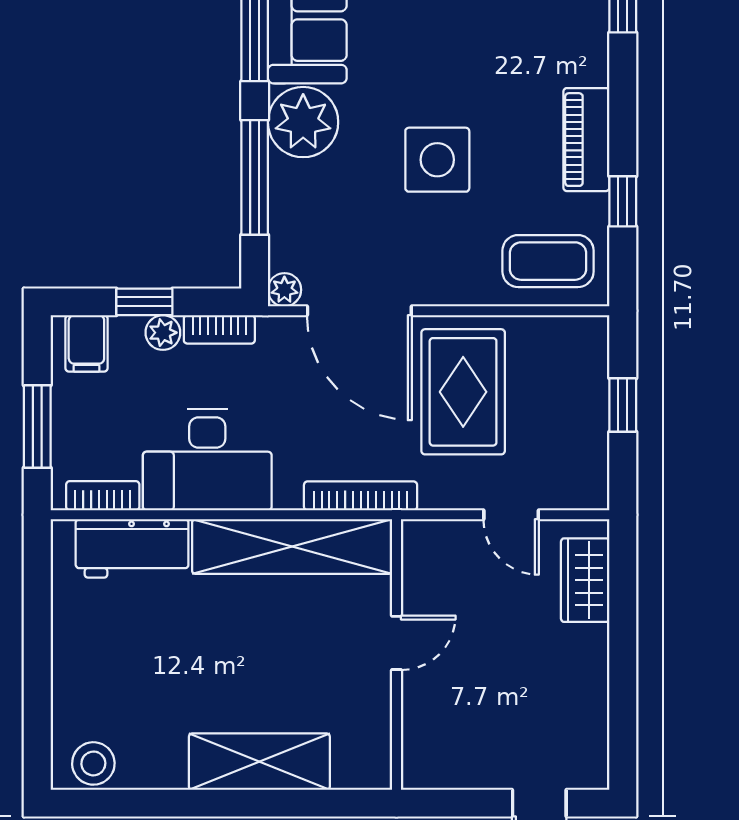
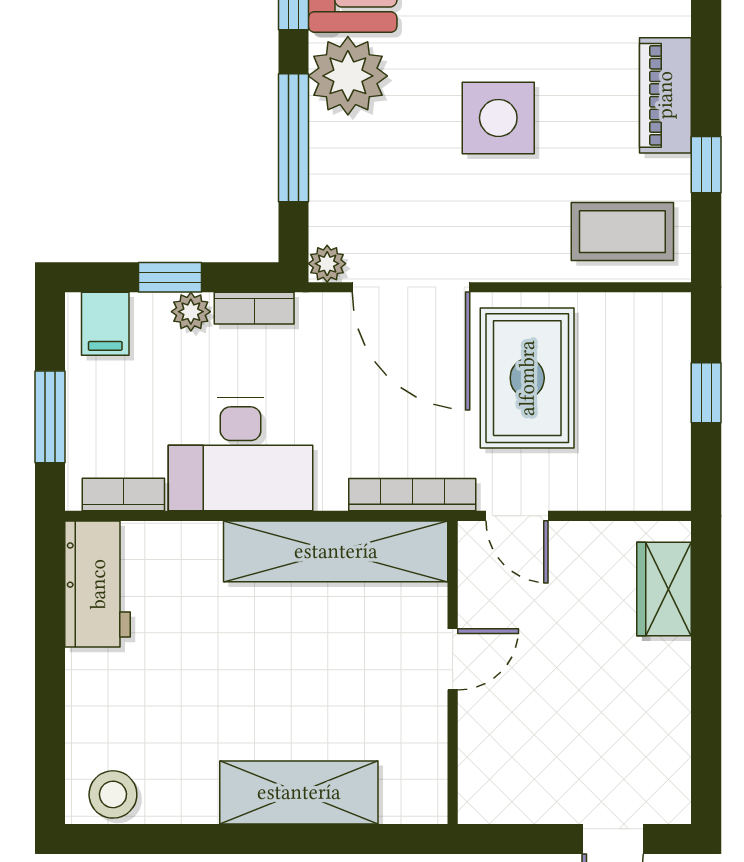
door: (511, 515) -> (517, 516), moved
workbench: (132, 548) -> (98, 584), moved, turned -90

